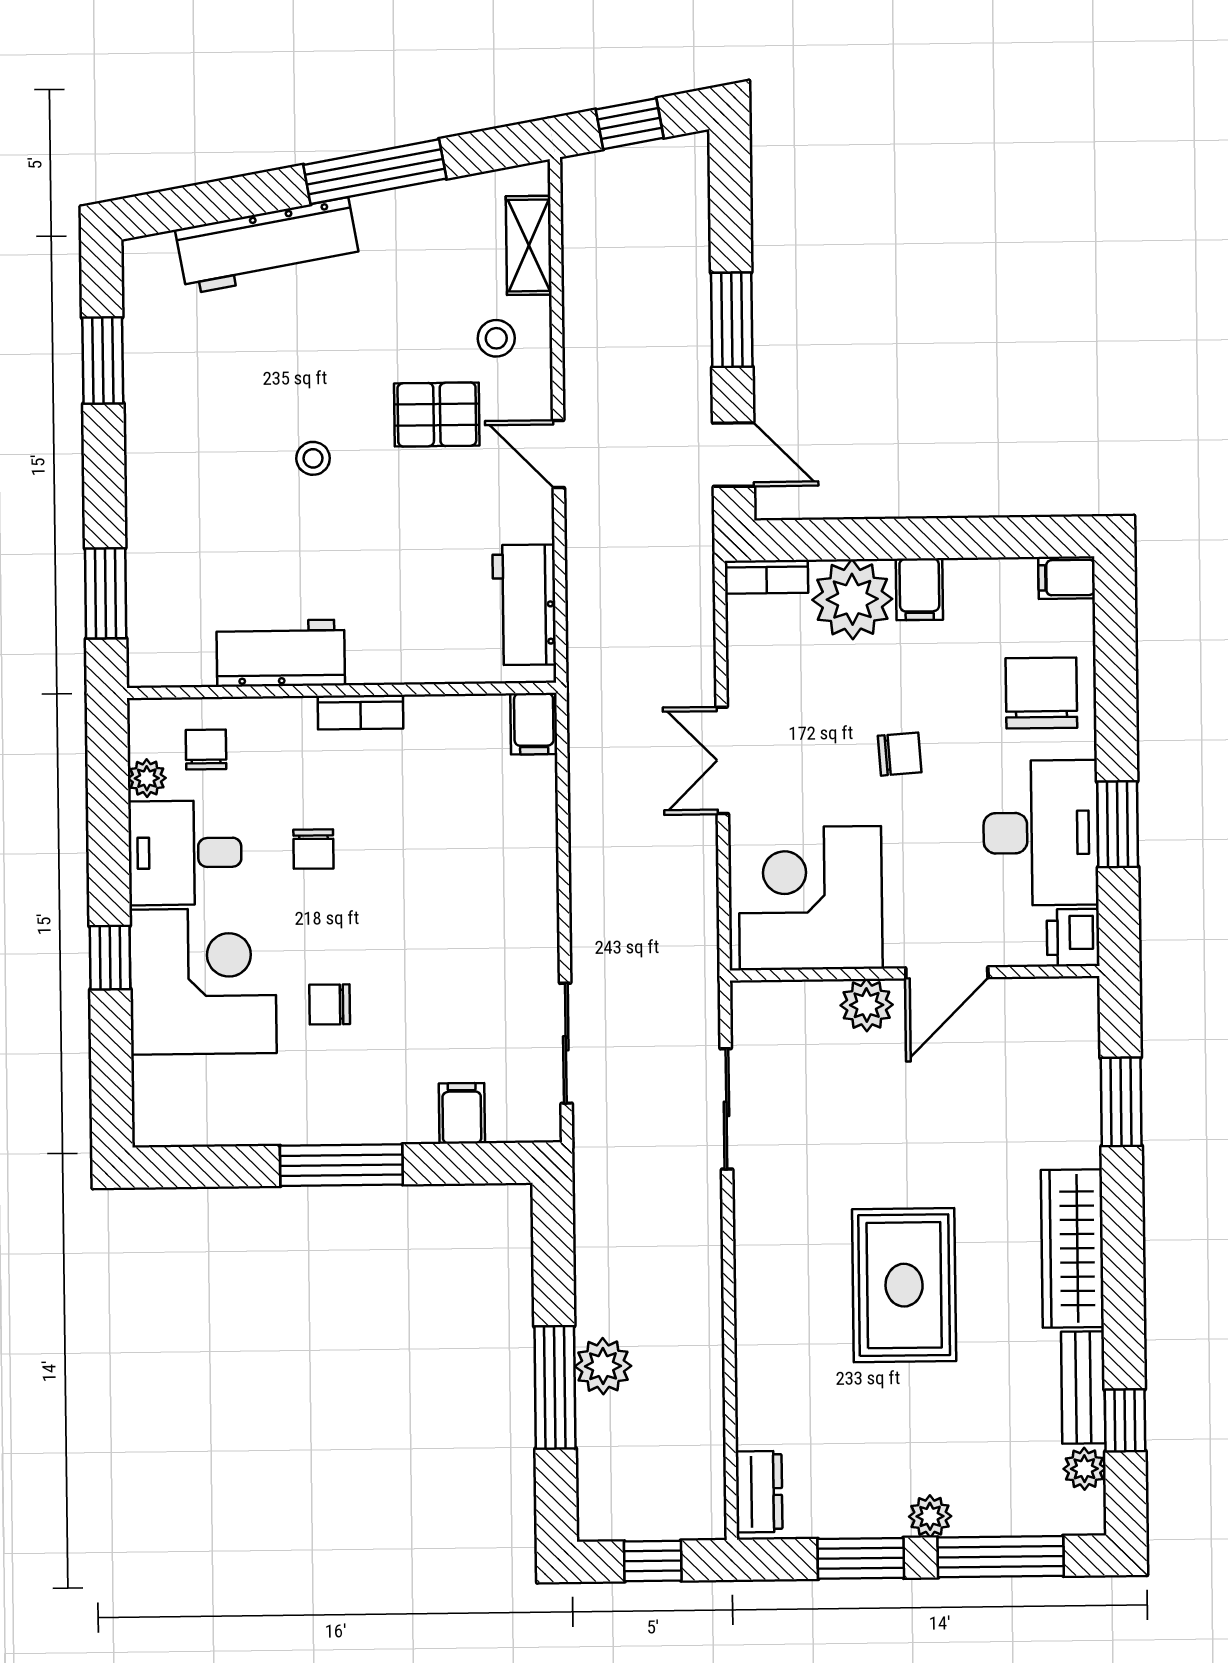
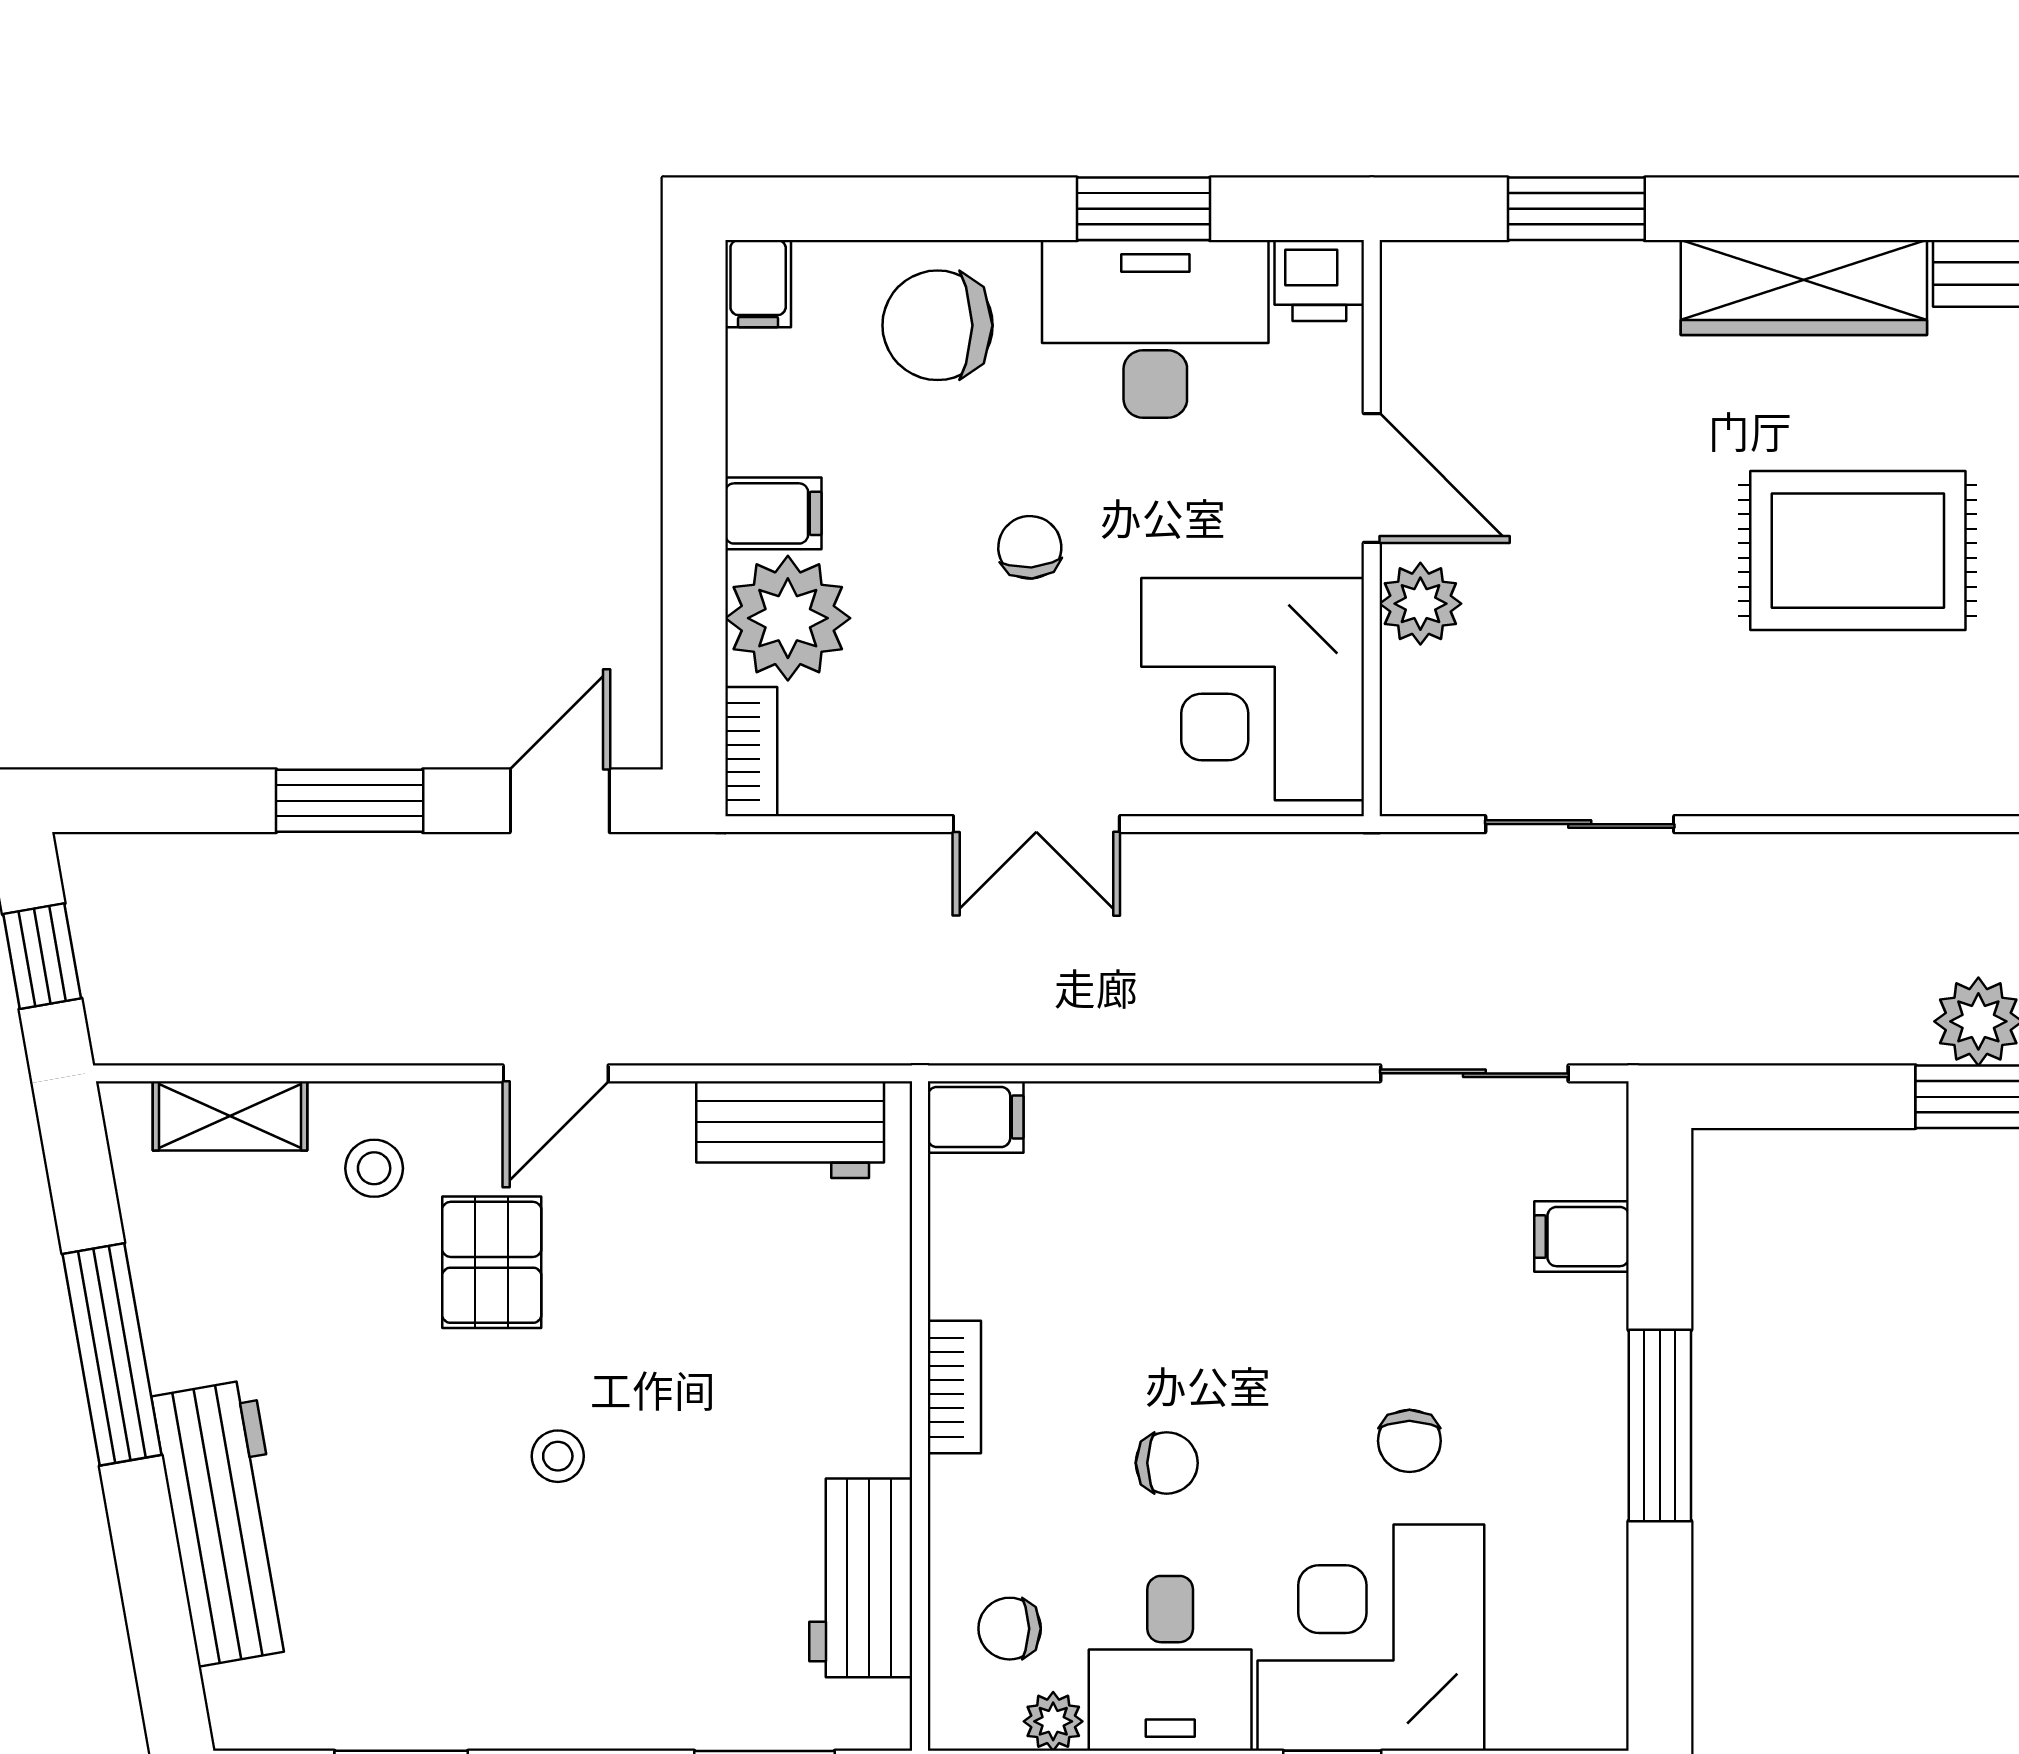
workbench: (281, 653) -> (861, 1578), moved

